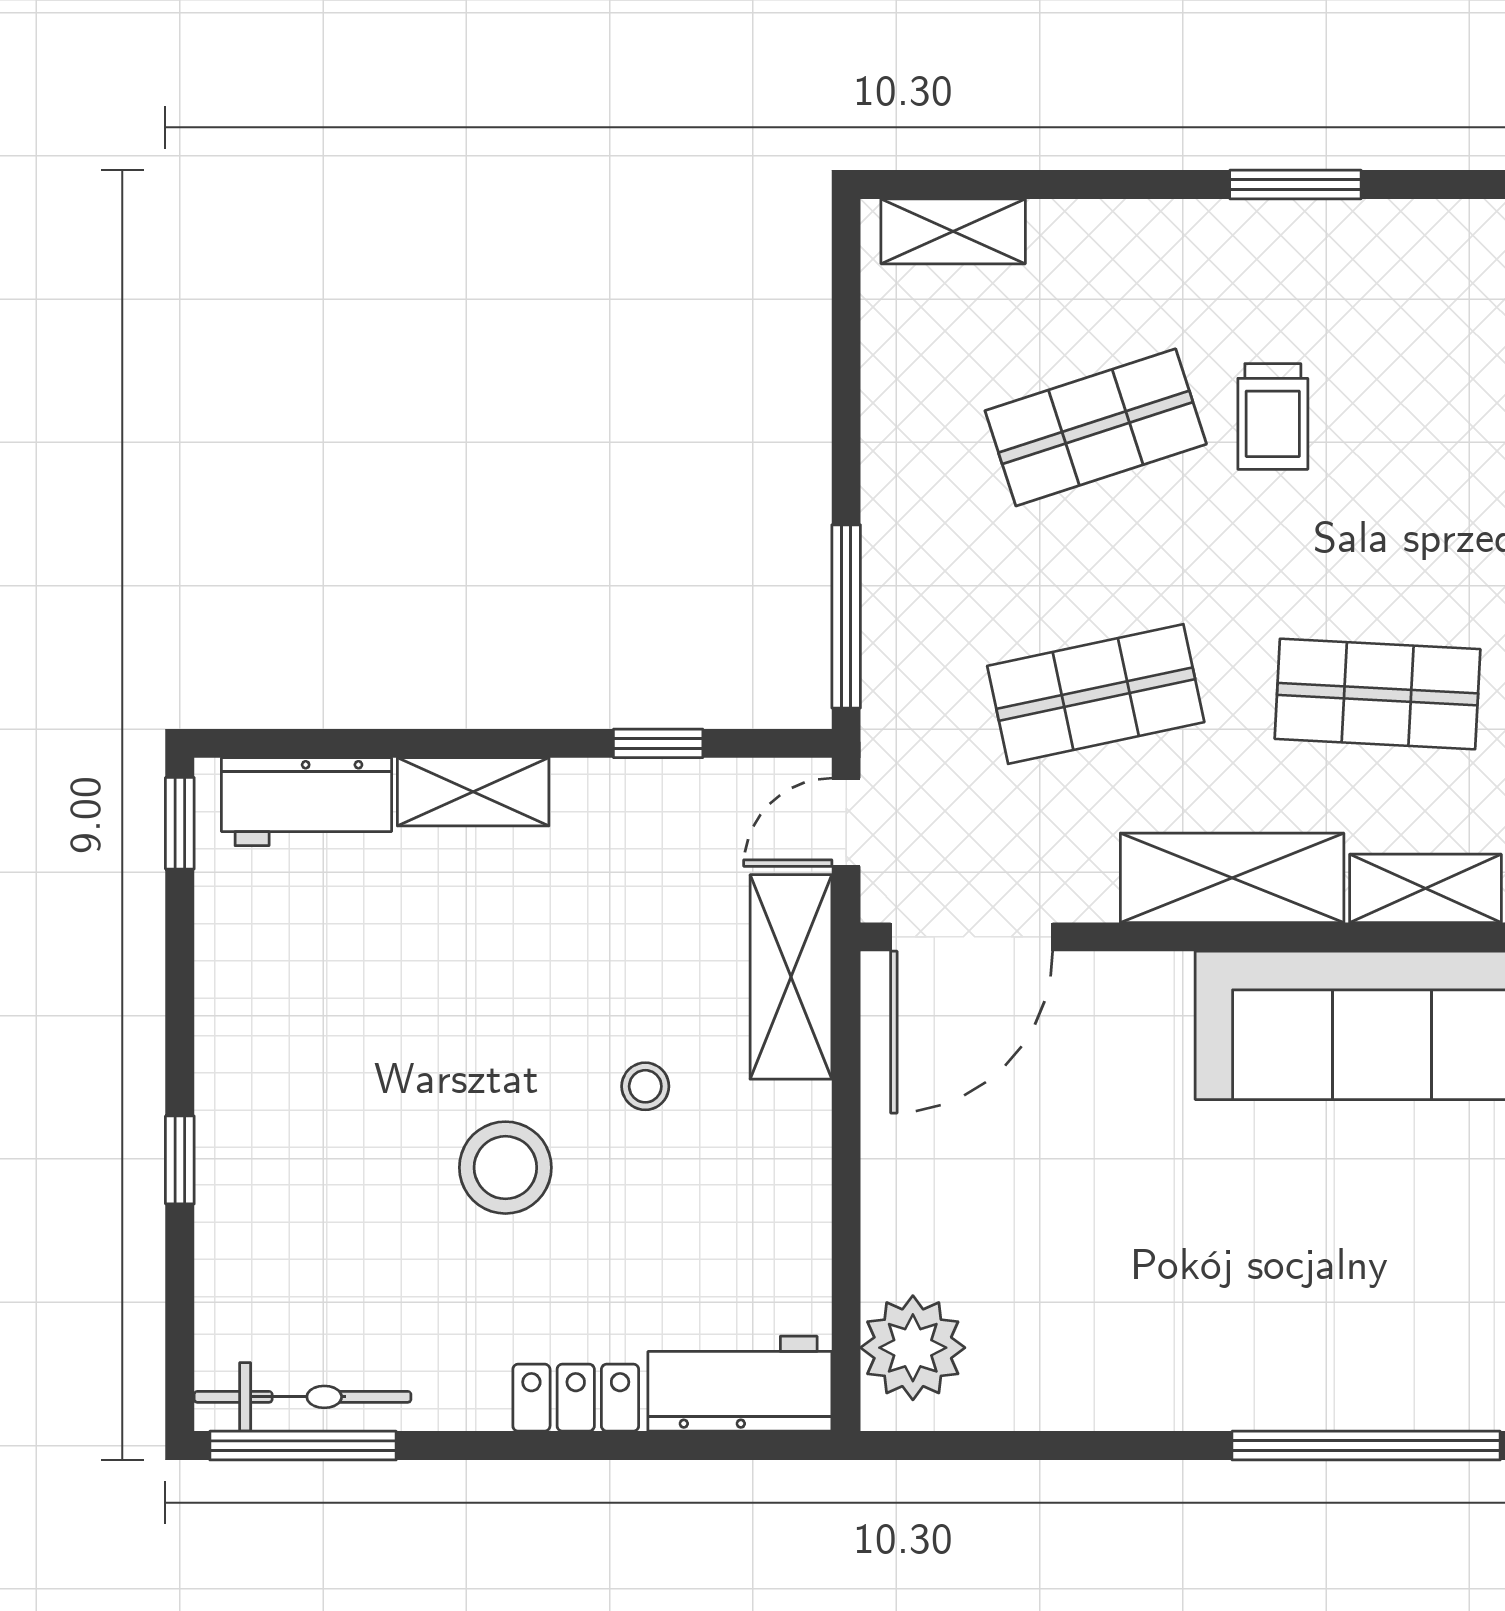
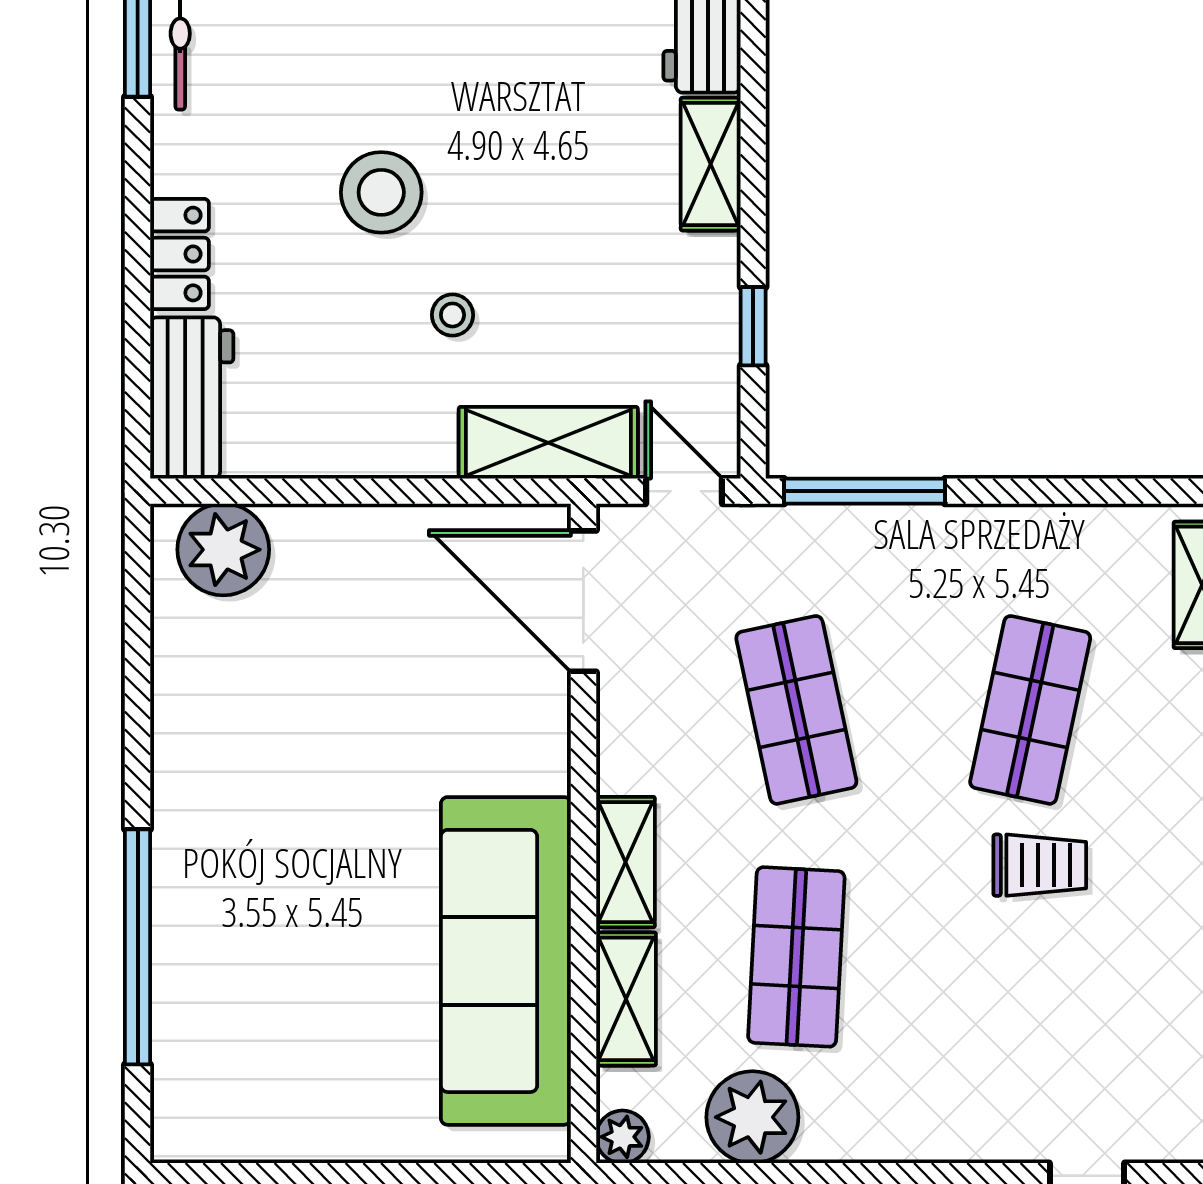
trolley: (1273, 416) -> (1040, 865), turned 180
shop shelf: (1096, 427) -> (1030, 710), turned 30
shelving: (1232, 878) -> (625, 862), width x0.67, depth x0.75

